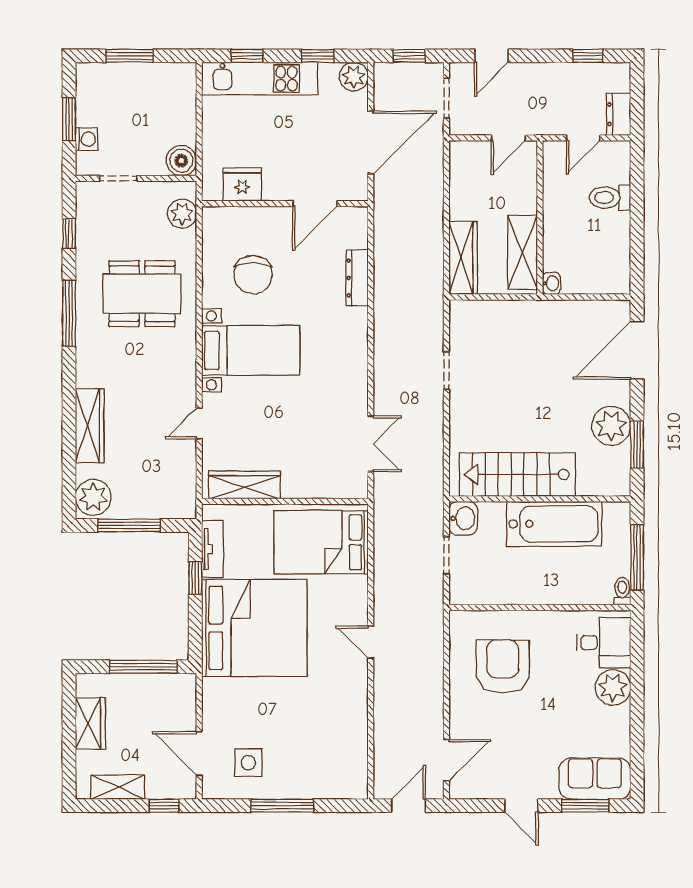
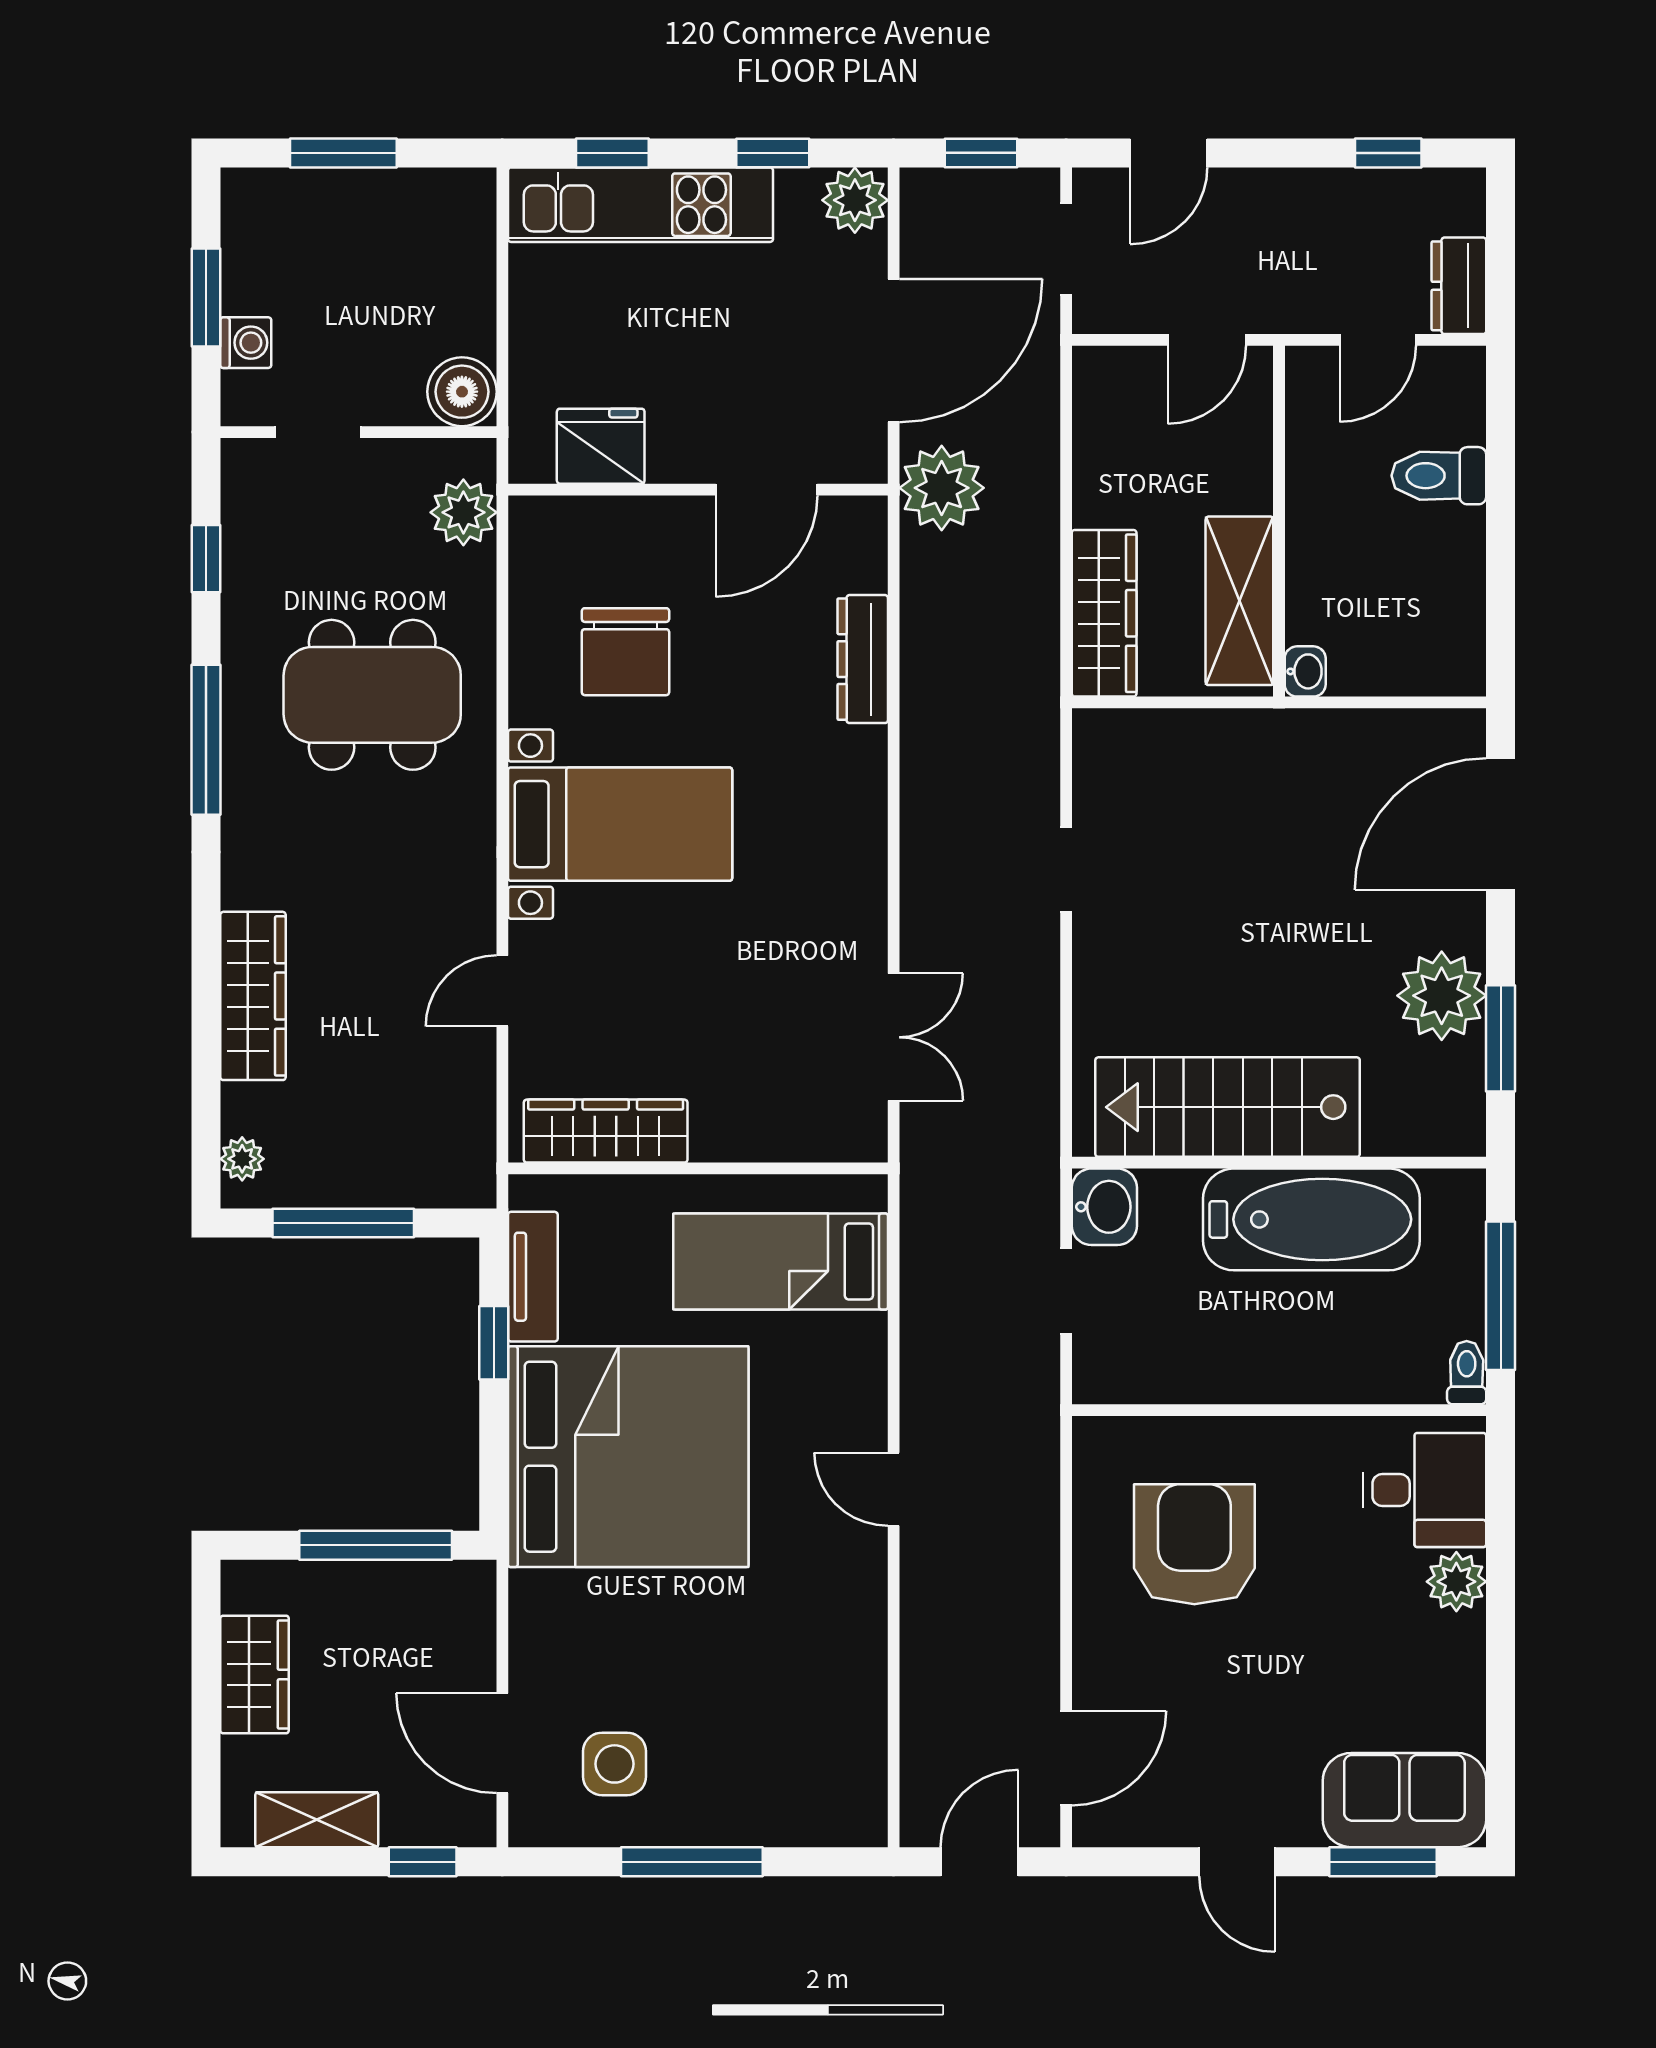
plant: (392, 203) -> (942, 488), added
plant: (93, 497) -> (242, 1159), width x0.53, depth x0.53
bed: (321, 542) -> (781, 1261), width x0.67
plant: (613, 687) -> (1456, 1582), width x0.73, depth x0.73

